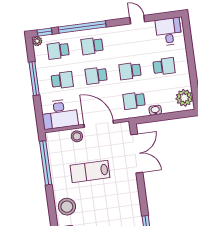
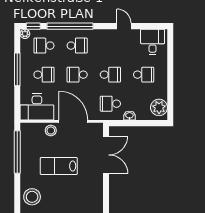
school desk: (92, 46) -> (77, 46), turned 180
school desk: (130, 71) -> (110, 75), turned 180

